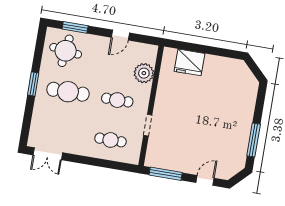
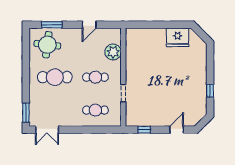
fridge: (189, 62) -> (178, 37), moved
window: (33, 84) -> (26, 113), moved
window: (254, 140) -> (210, 91), width x0.46
window: (166, 174) -> (144, 130), width x0.46

